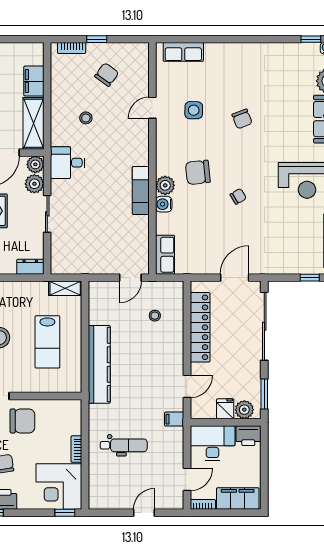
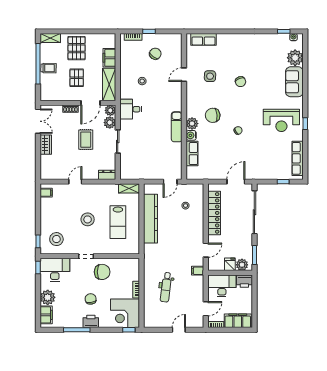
row of seats: (165, 255) -> (192, 154), moved
kitchen counter: (99, 364) -> (151, 219), moved
dental chair: (124, 445) -> (166, 287), turned 97

